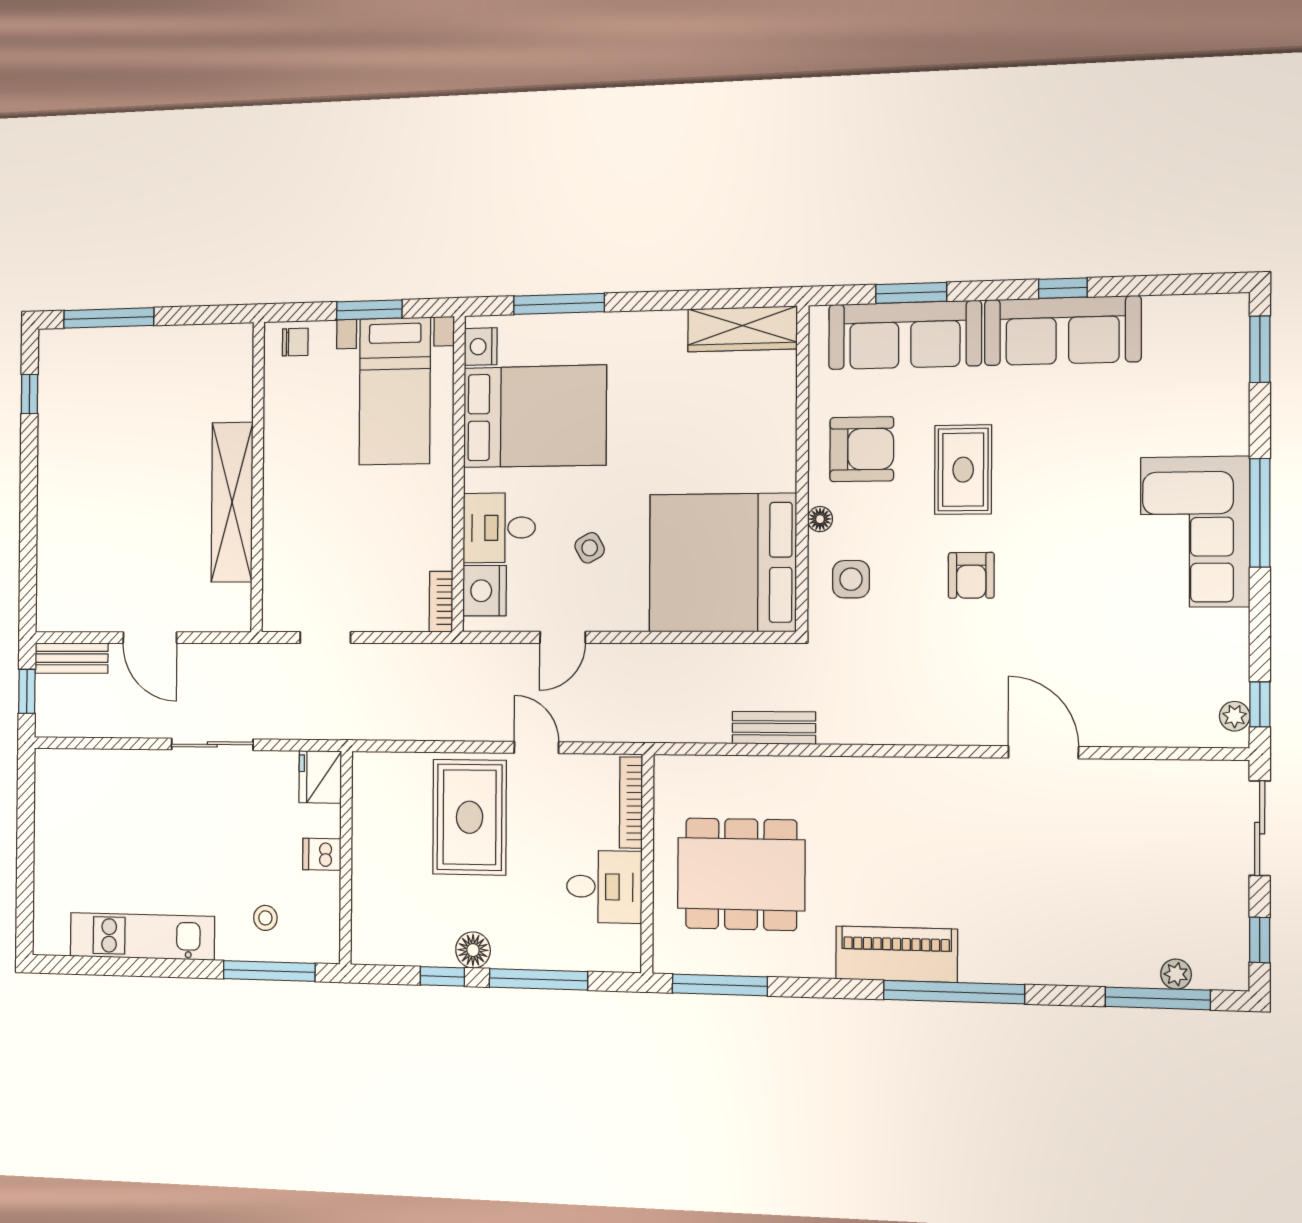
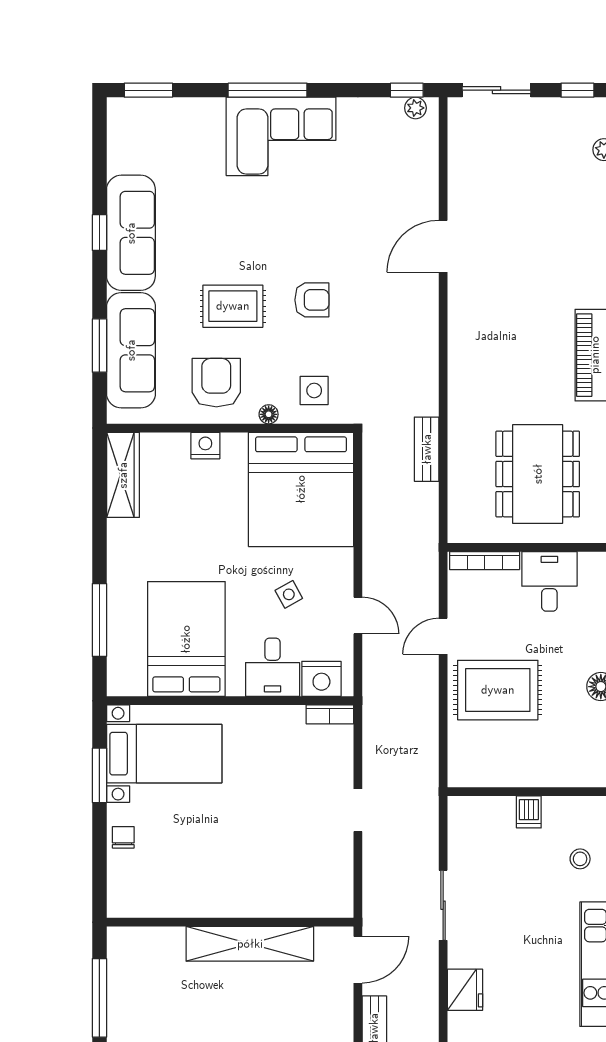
nightstand: (481, 347) -> (205, 446), moved, turned 180
wall: (258, 477) -> (230, 922), moved
shelving: (232, 502) -> (250, 944), moved
fridge: (320, 777) -> (465, 990), moved, turned -90

